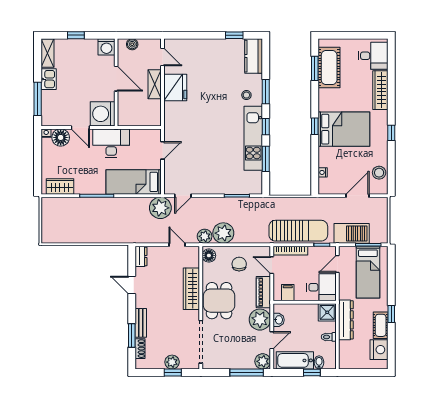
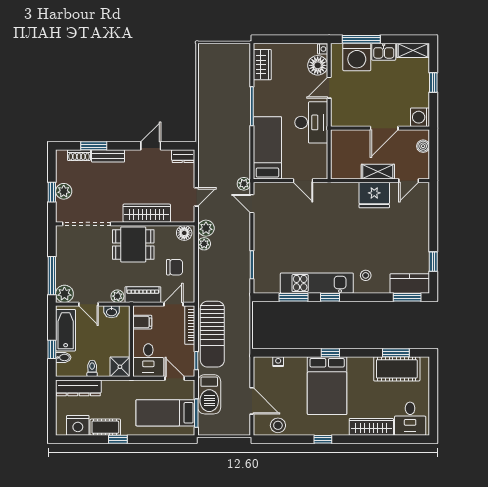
window: (266, 92) -> (407, 297), moved
washing machine: (103, 114) -> (357, 57), moved, turned 180
plant: (160, 208) -> (244, 184), width x0.53, depth x0.53
plant: (223, 233) -> (204, 244), width x0.53, depth x0.53
plant: (260, 320) -> (117, 296), width x0.53, depth x0.53
dresser: (346, 320) -> (78, 388), moved

